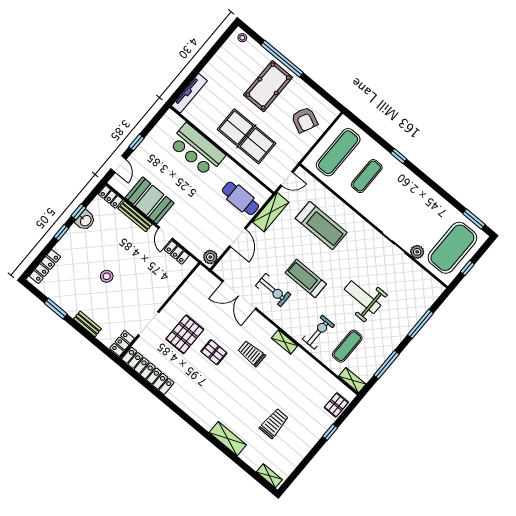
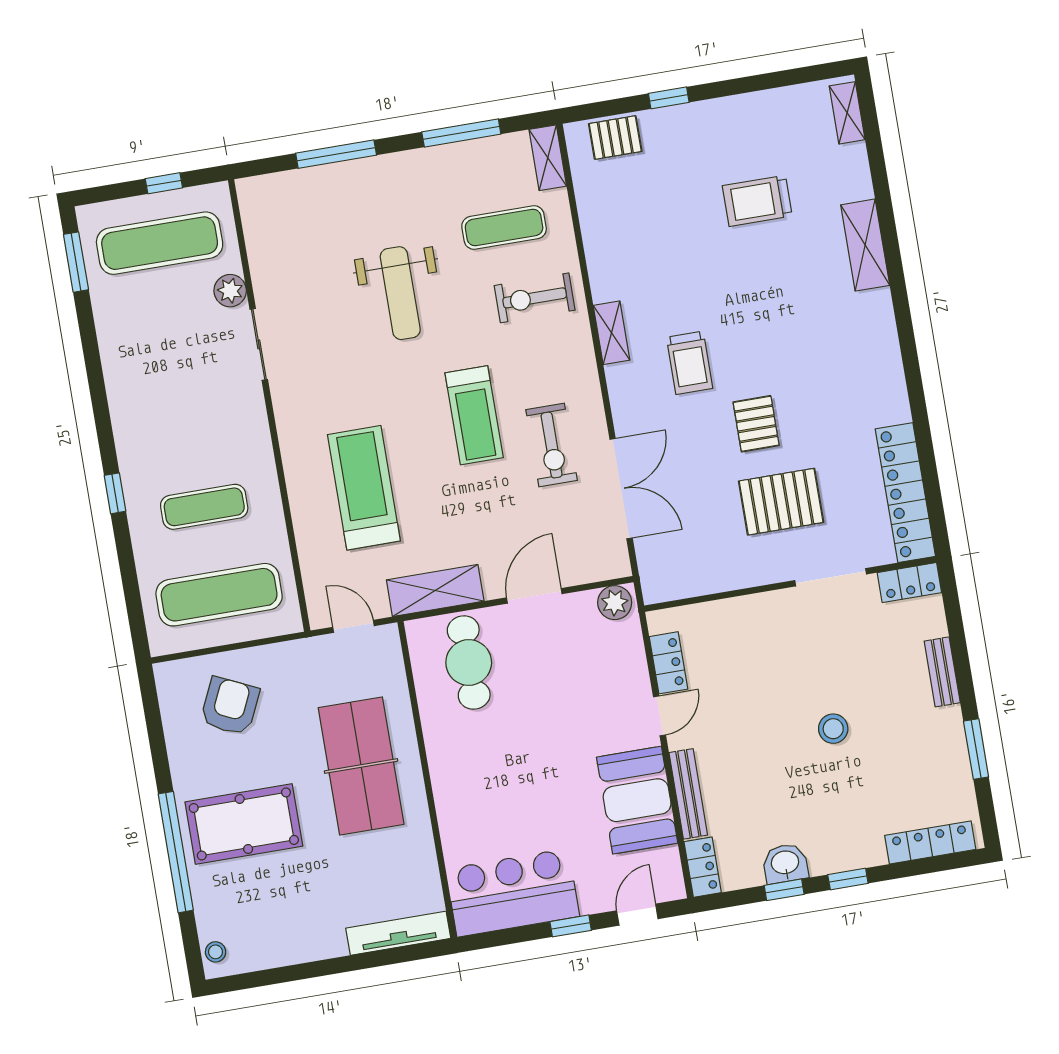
bar counter: (197, 150) -> (513, 893), moved, turned -90
exercise mat: (452, 248) -> (160, 243), width x0.68
exercise bike: (273, 290) -> (552, 445), turned 180

